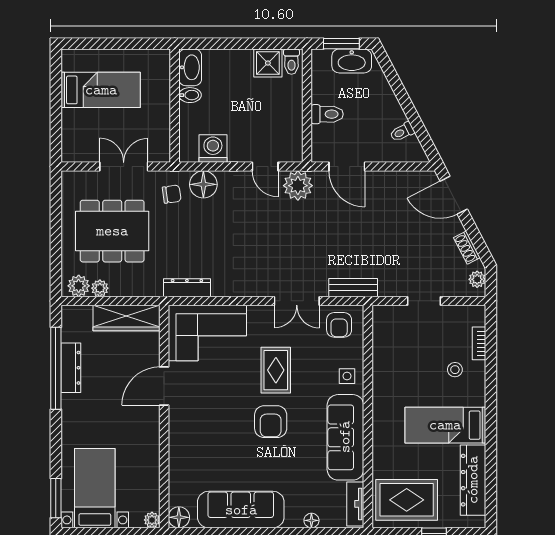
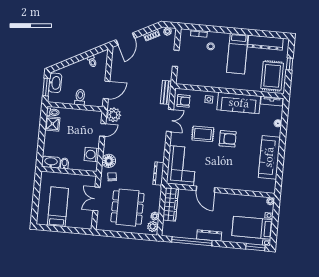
dresser: (71, 368) -> (209, 235), moved
floor lamp: (179, 517) -> (270, 188), removed

